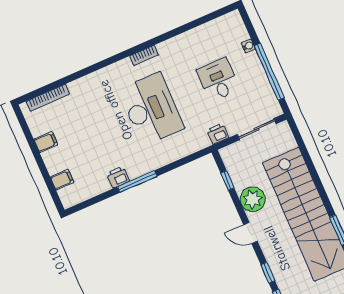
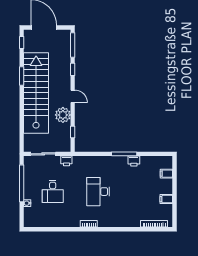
desk: (151, 109) -> (98, 192), width x0.73, depth x0.77

